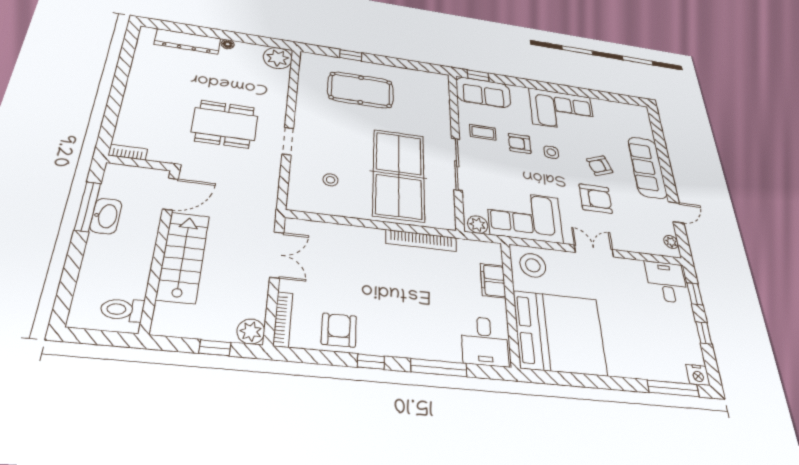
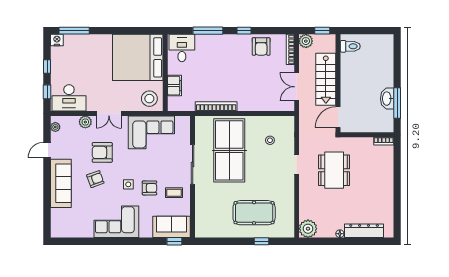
dining table: (225, 124) -> (334, 170), turned 90
door: (170, 194) -> (338, 117), moved
plant: (478, 225) -> (85, 122), moved
wall: (160, 248) -> (338, 83), moved
stairs: (183, 257) -> (326, 79), moved
desk: (667, 282) -> (69, 98), width x1.37
toilet: (122, 310) -> (350, 46), moved

